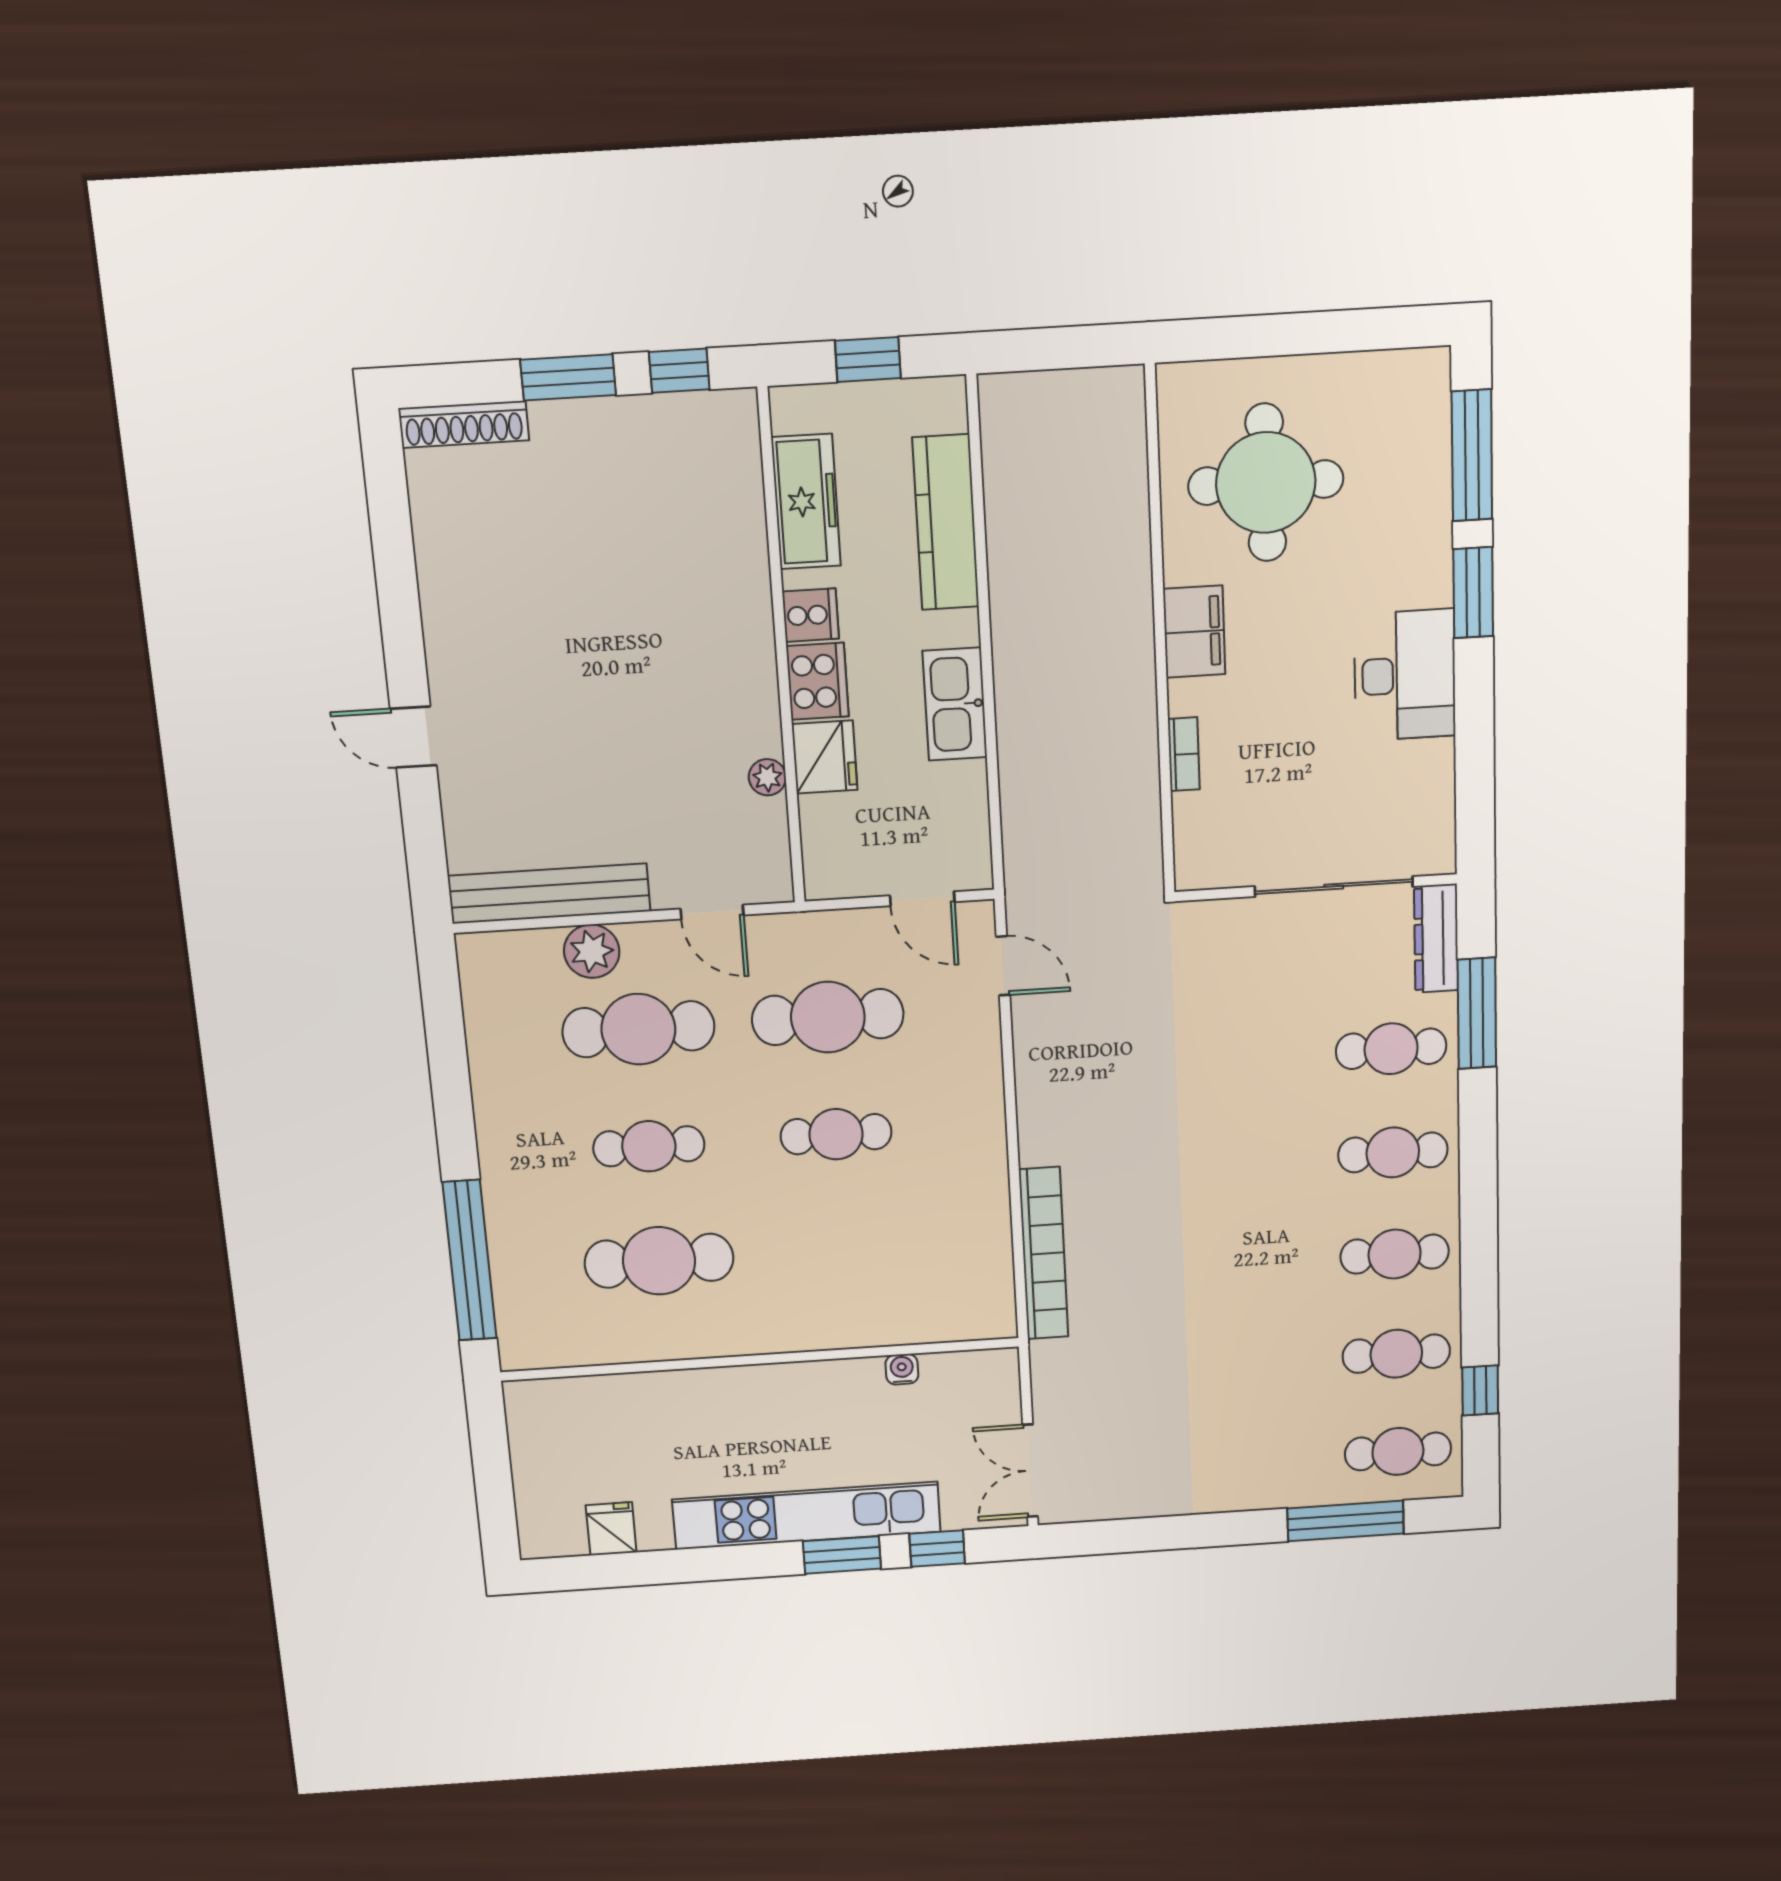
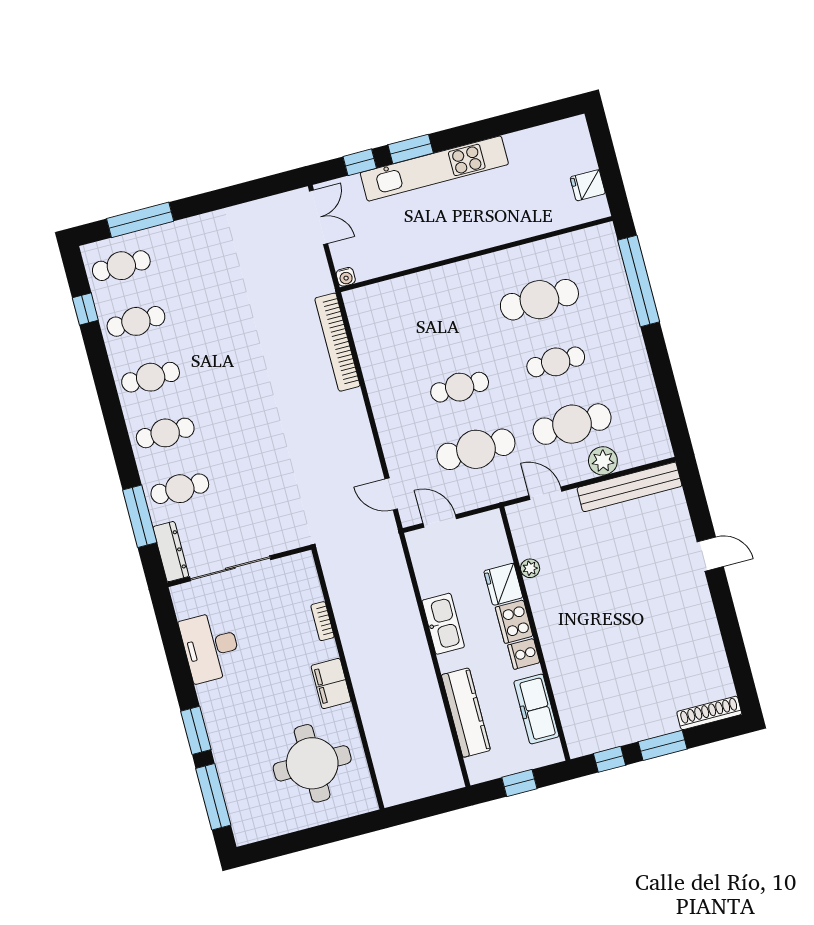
desk: (1405, 675) -> (211, 647), moved
water cooler: (902, 1369) -> (346, 277), moved
fridge: (611, 1529) -> (588, 185), moved, turned 90

